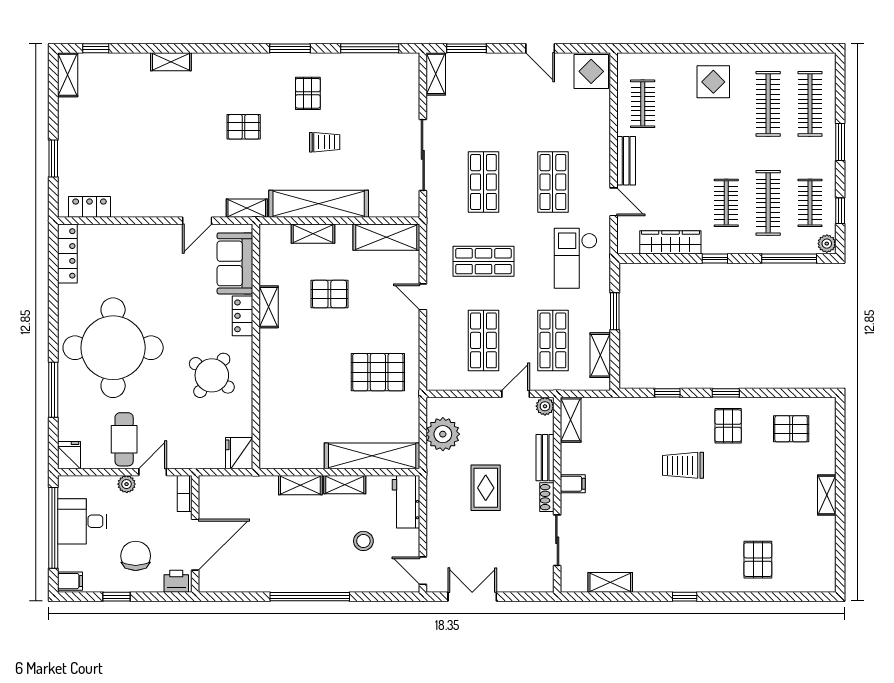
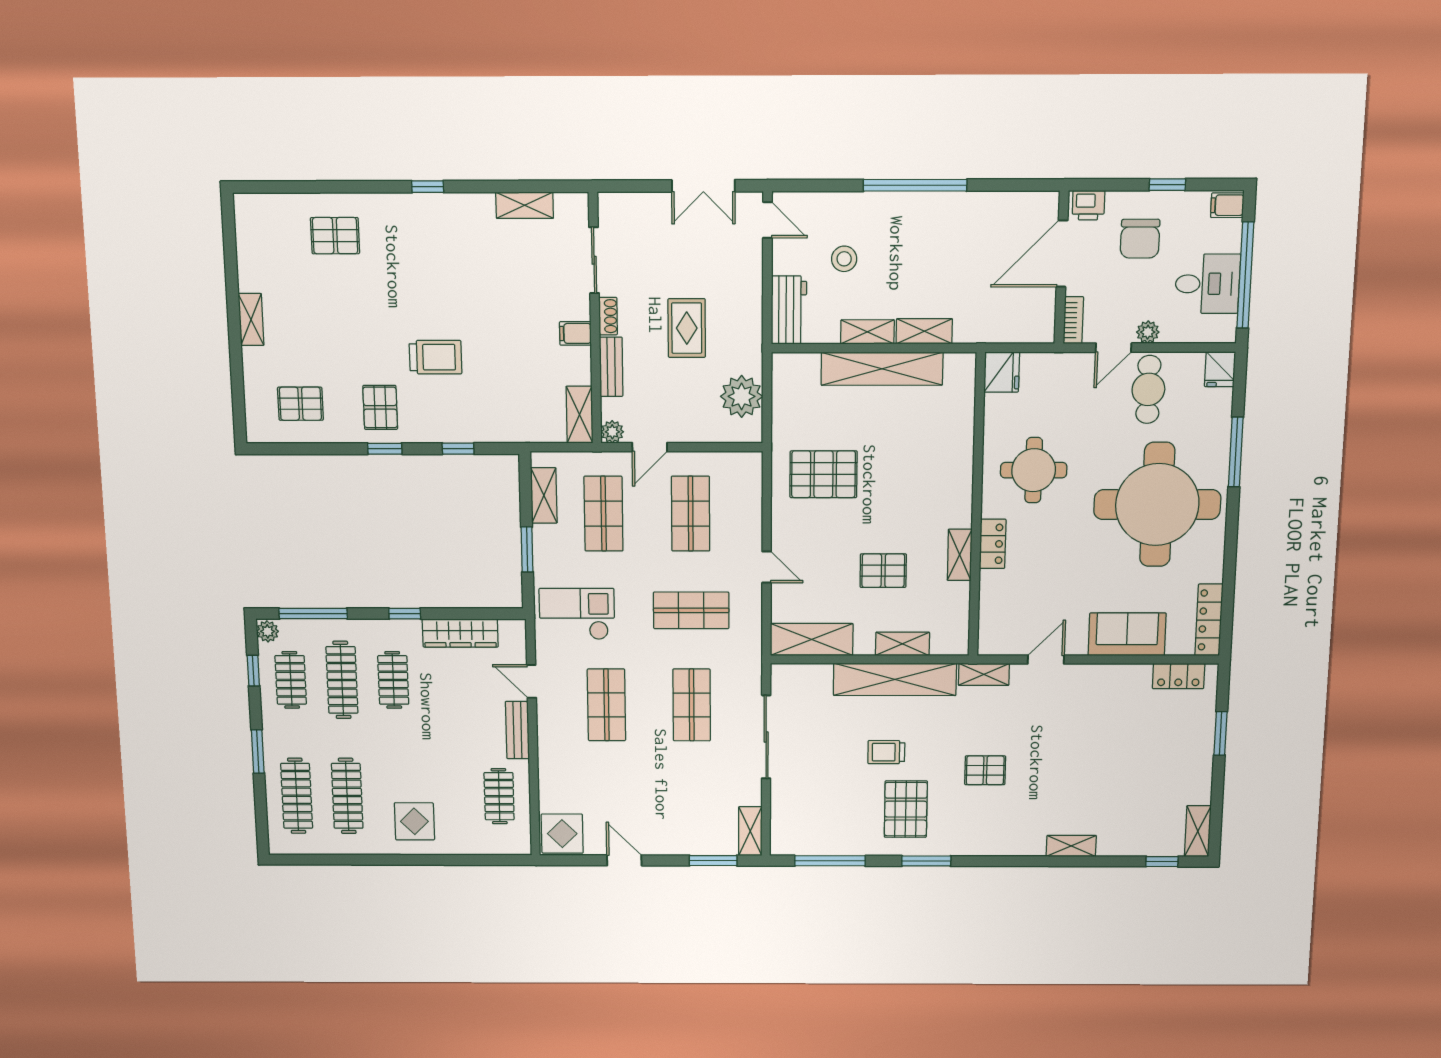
pallet: (308, 93) -> (906, 809), width x1.50, depth x1.42
checkout: (576, 258) -> (577, 614), turned -90
sofa: (235, 263) -> (1127, 634), moved, turned -90
round table: (212, 375) -> (1034, 470), turned -36
shelving: (372, 456) -> (882, 369), moved
pallet: (758, 560) -> (335, 236), turned 90

